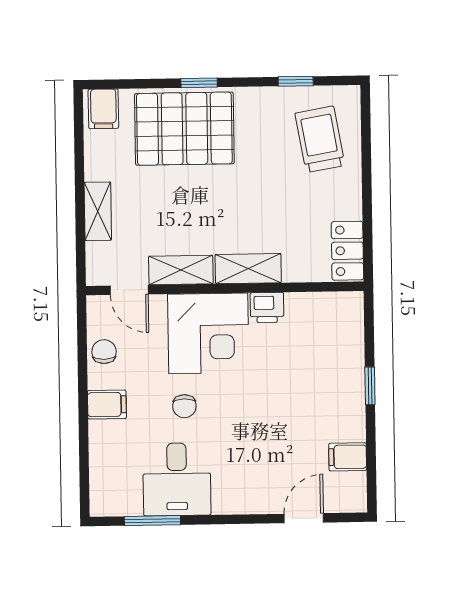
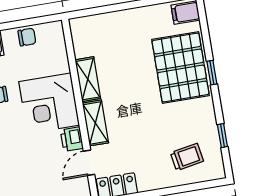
trolley: (320, 139) -> (187, 157), width x0.73, depth x0.72
shelving: (98, 211) -> (118, 19), removed
door: (129, 290) -> (89, 163), moved

